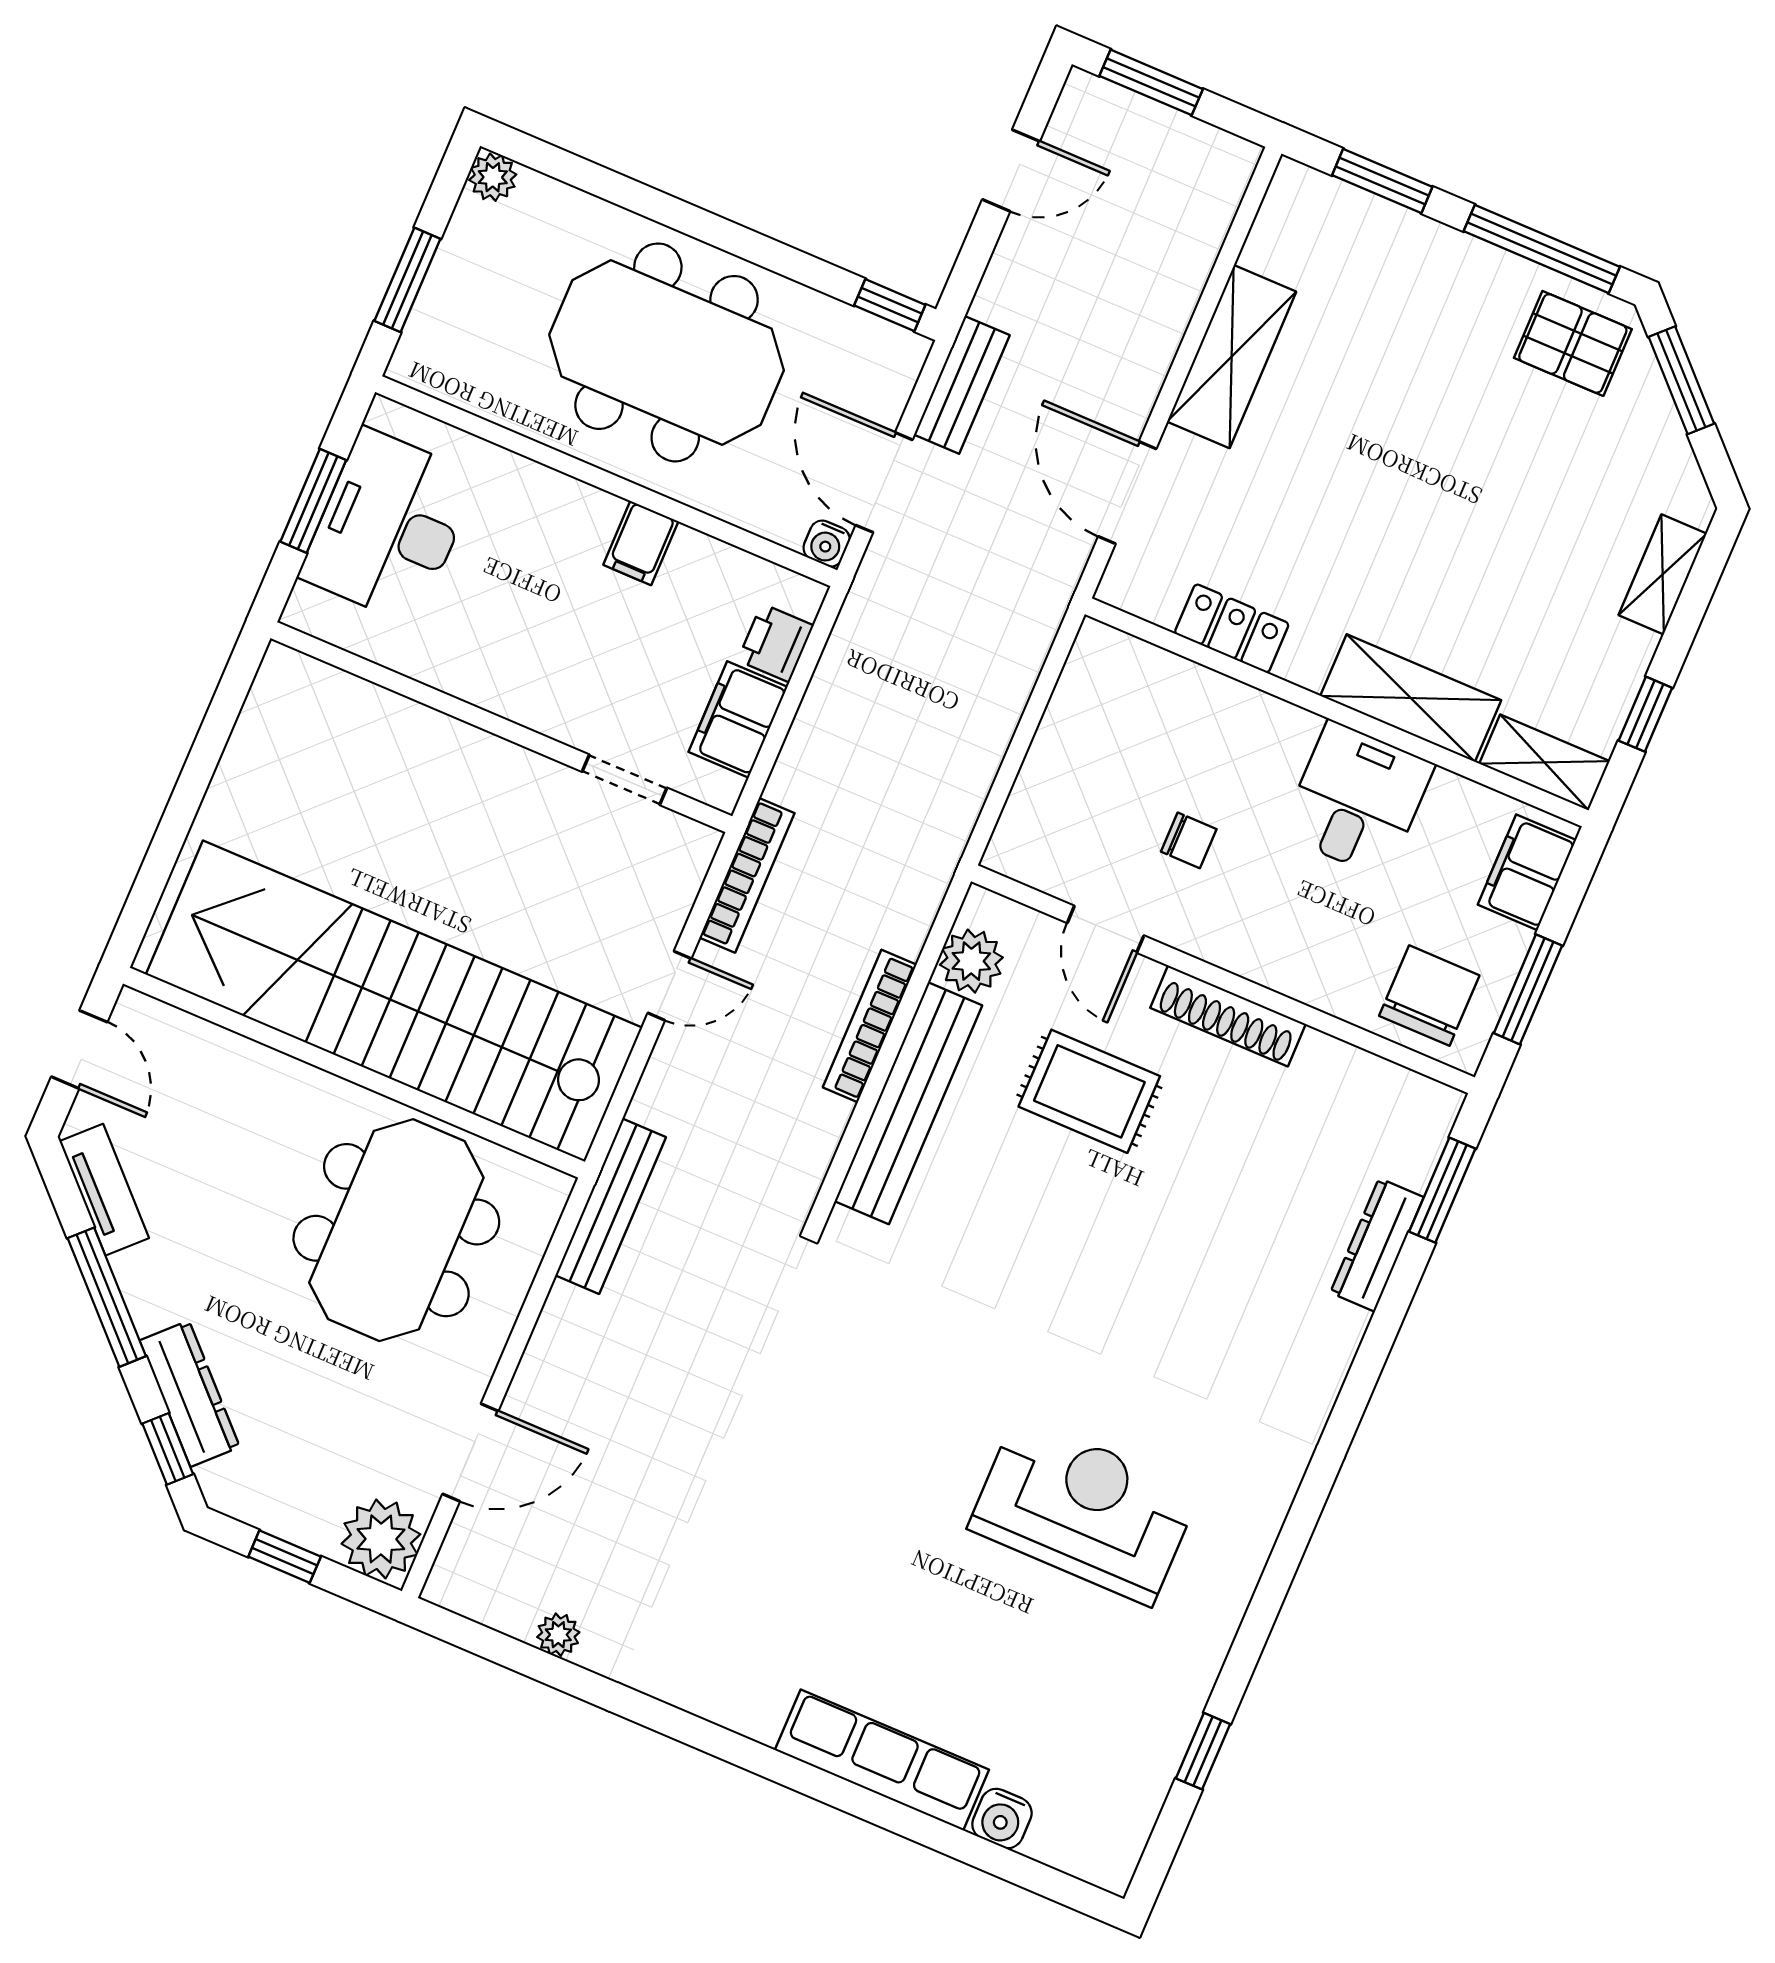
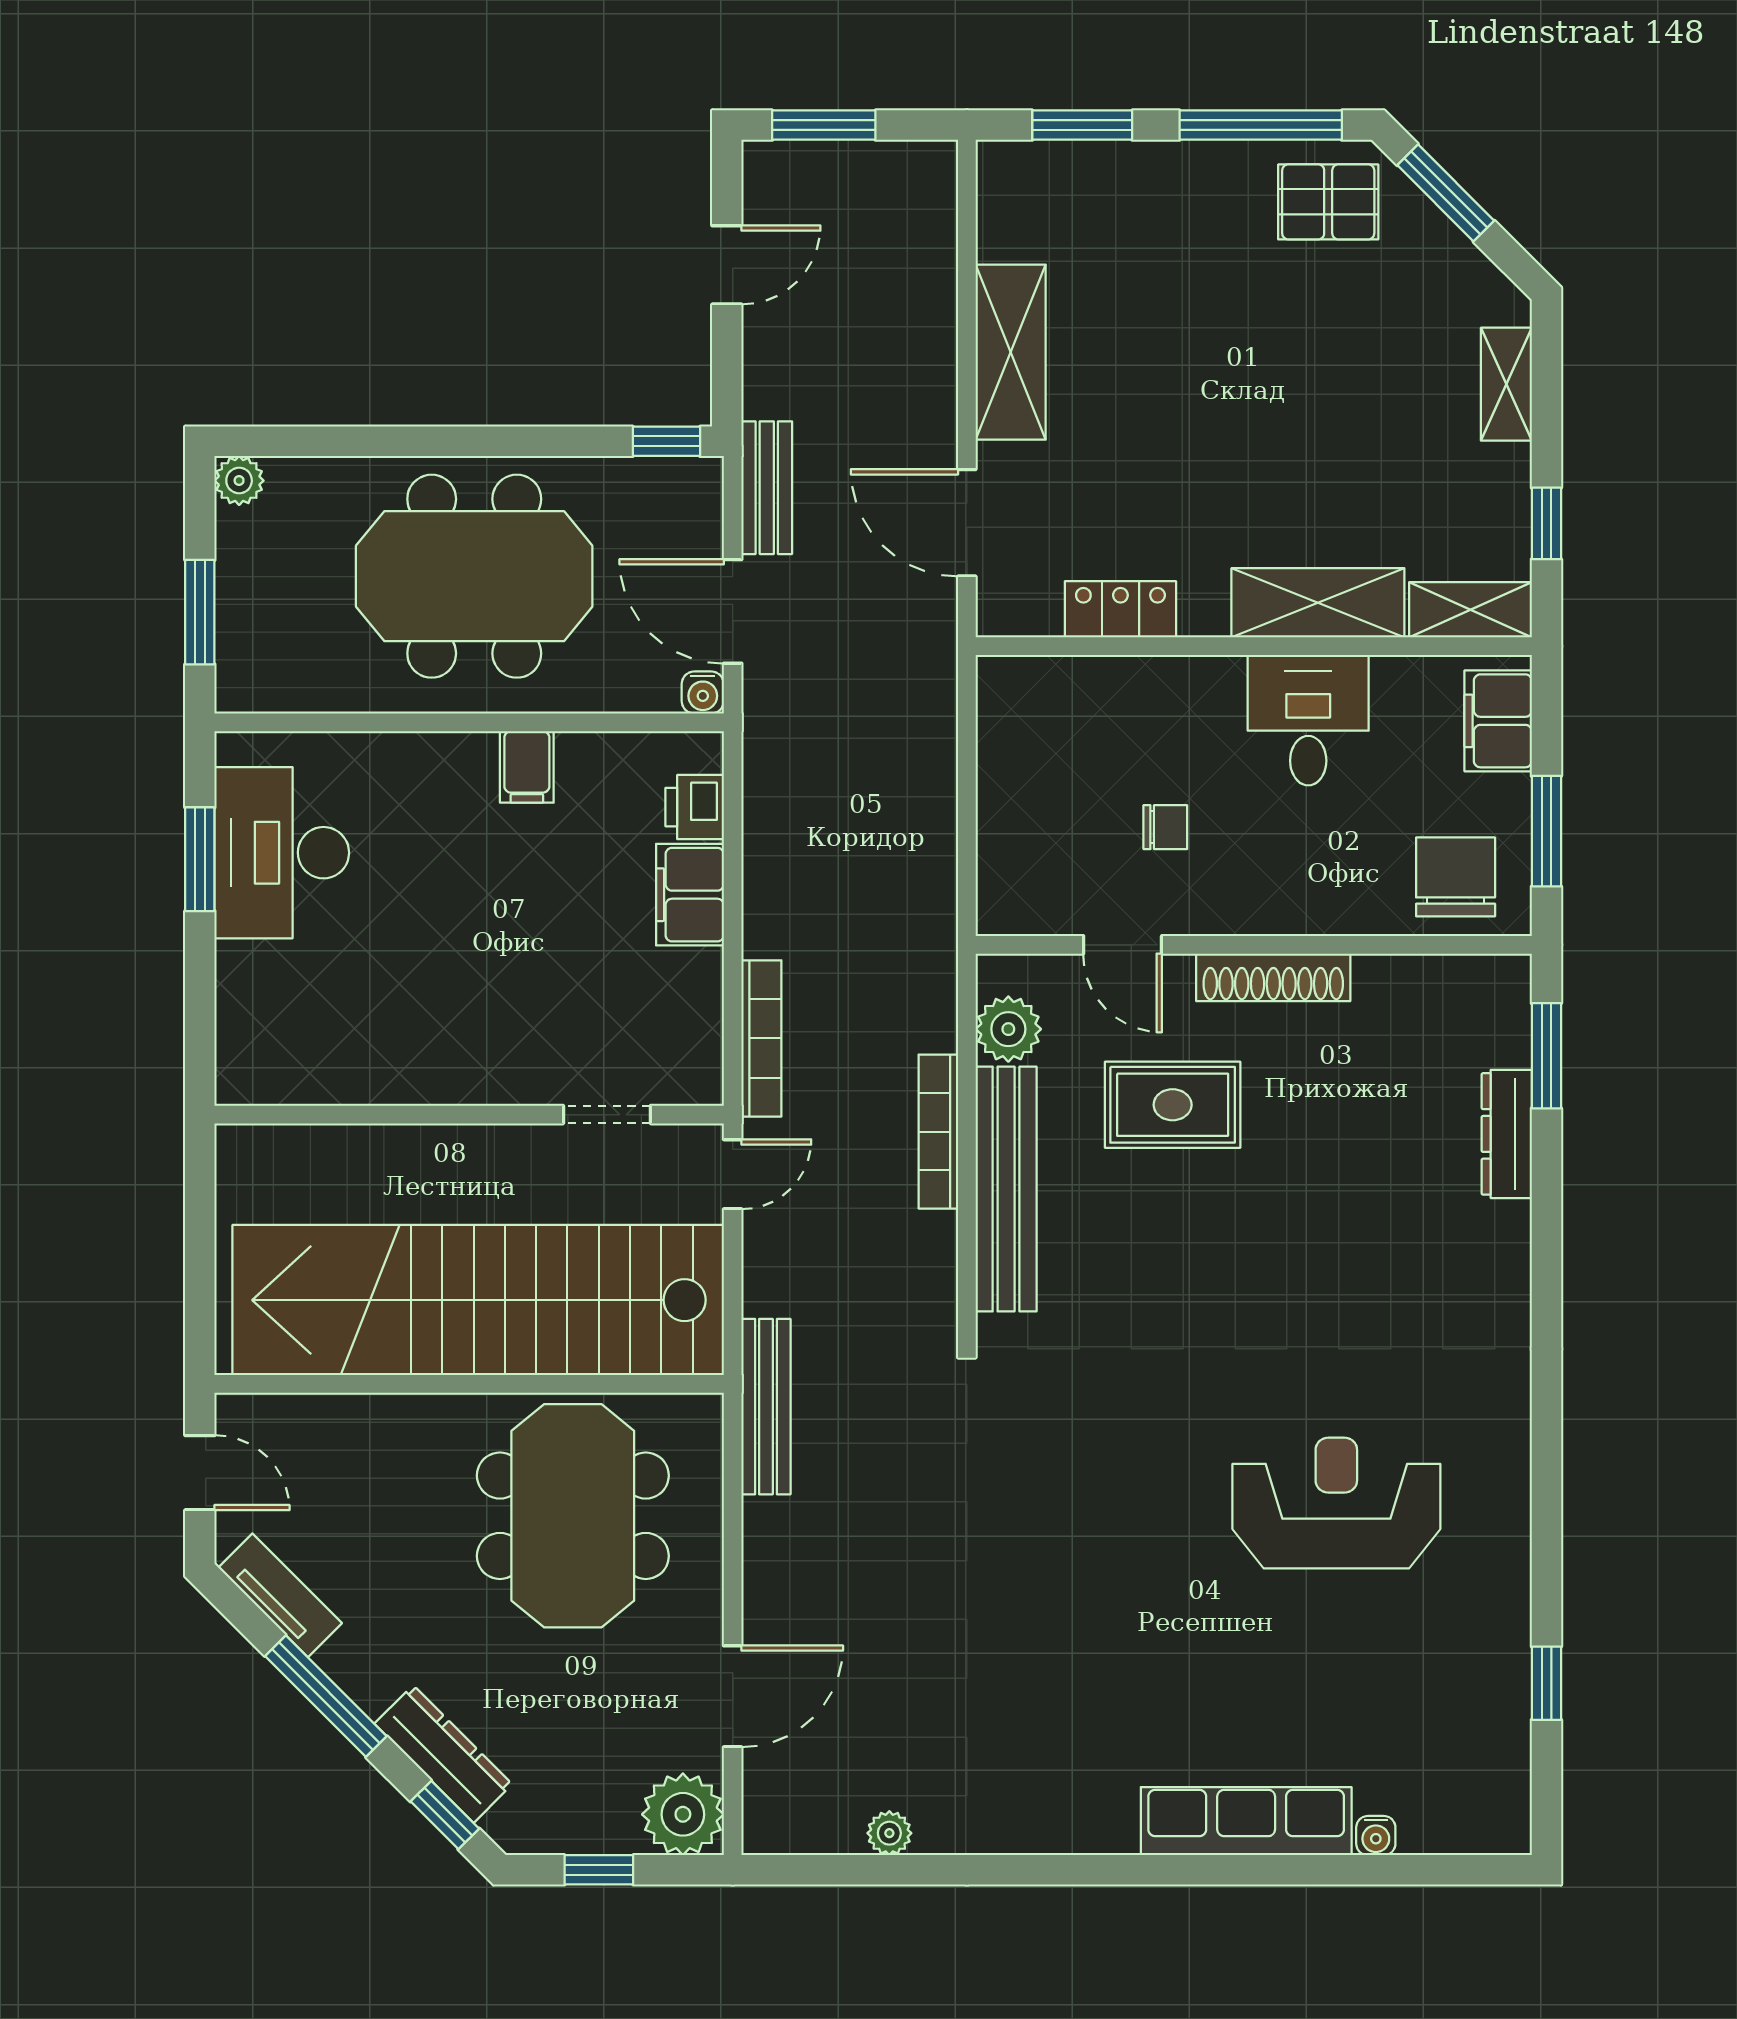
wall: (501, 727) -> (469, 1115), moved
doorway: (625, 780) -> (607, 1115), moved
water cooler: (1002, 1819) -> (1376, 1836), width x0.72, depth x0.72

